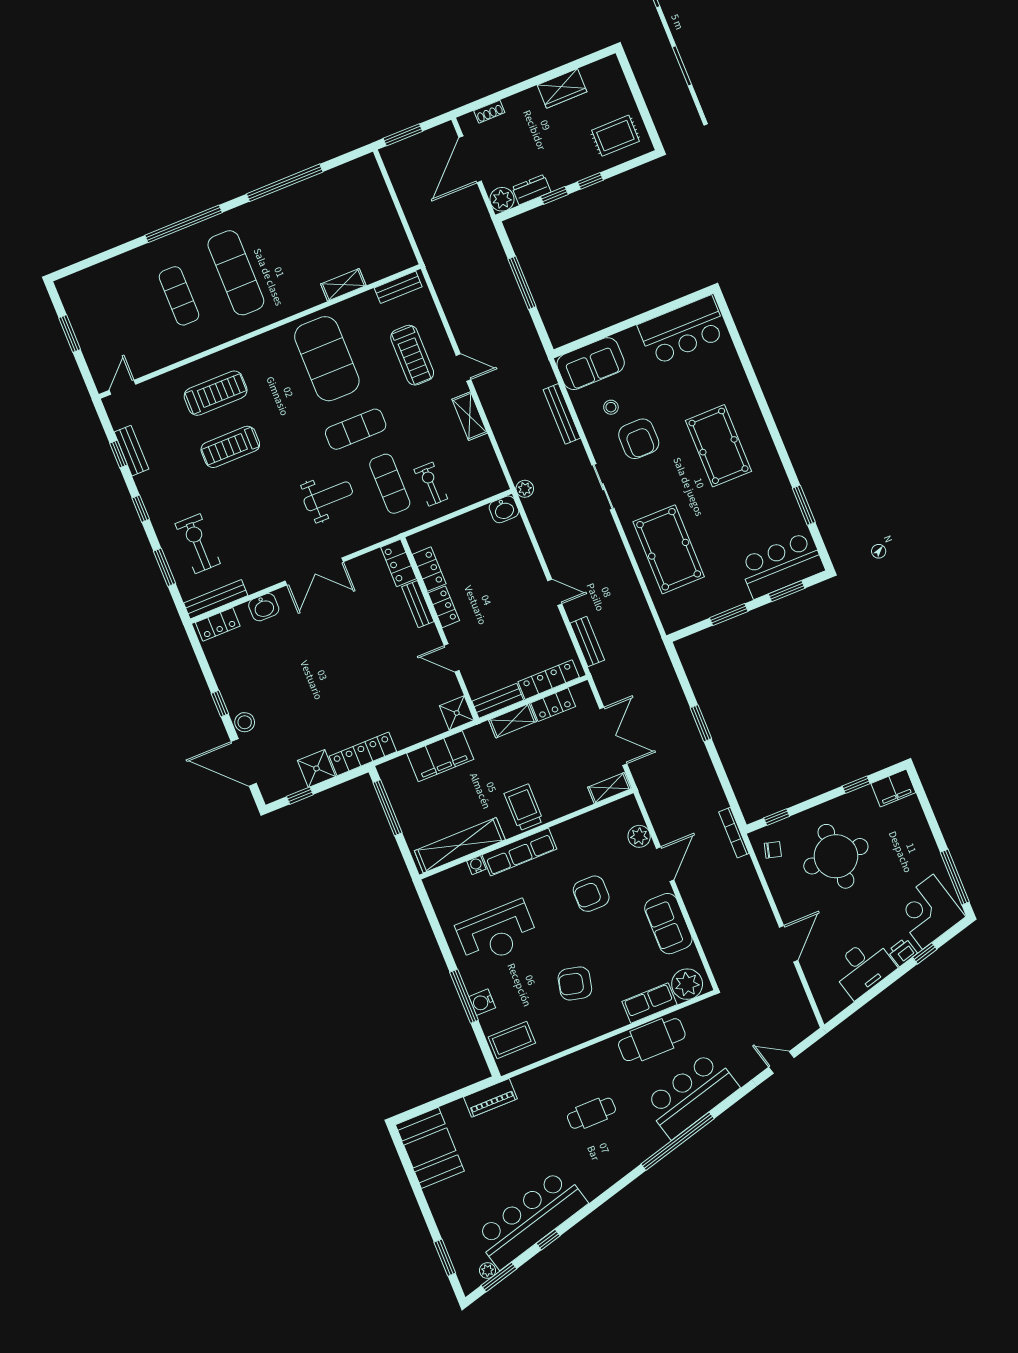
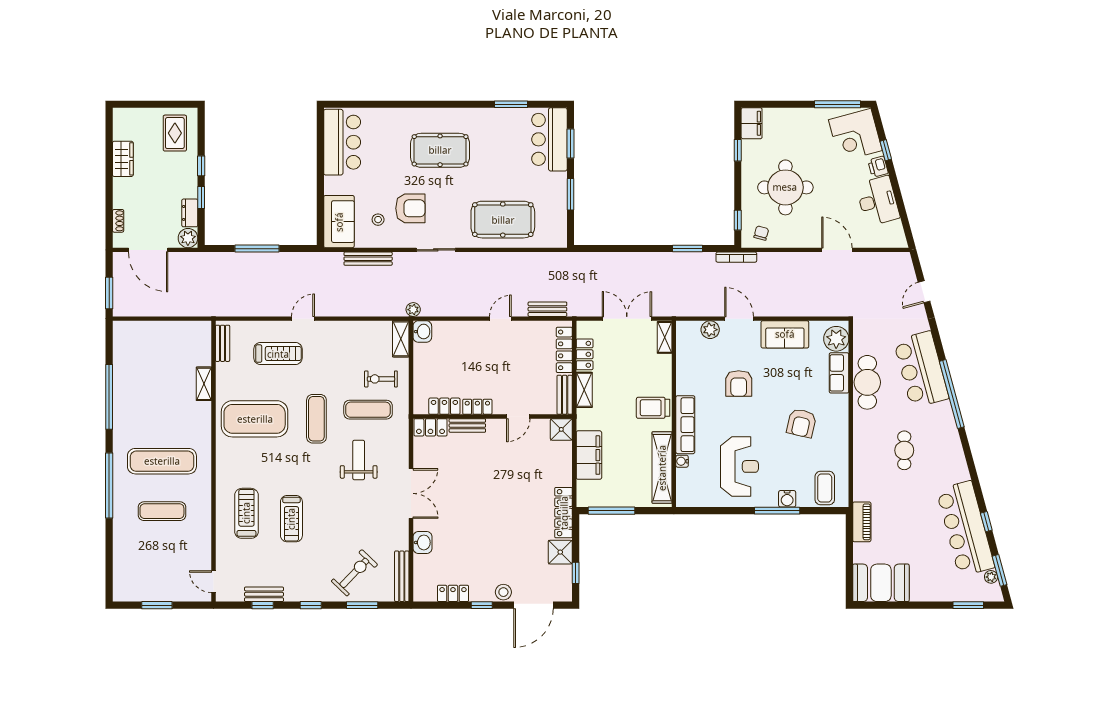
shelving: (470, 416) -> (401, 339), moved, turned 90
exercise bike: (198, 544) -> (354, 573), turned 134
locker: (218, 624) -> (453, 593), moved, turned -90
window: (701, 723) -> (687, 249), moved

